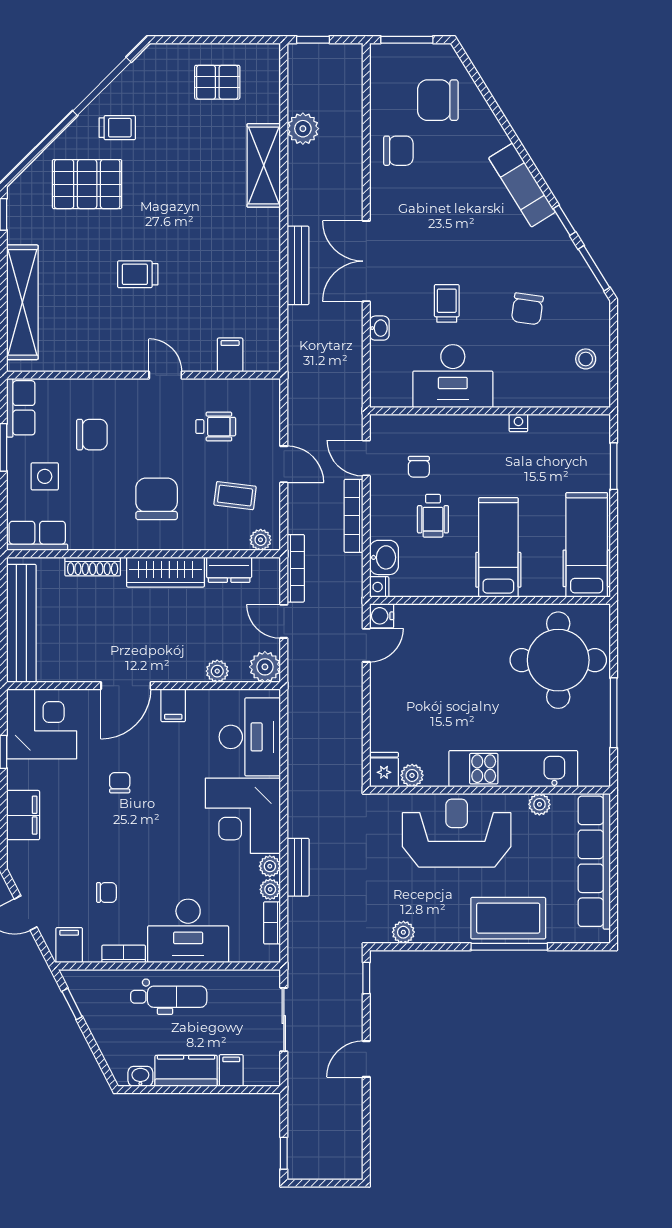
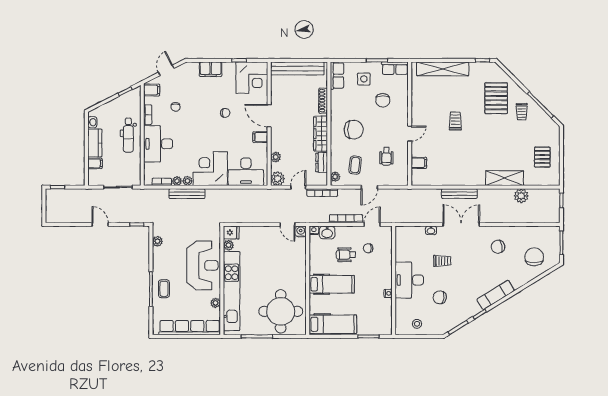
chair: (398, 151) -> (498, 247), moved, turned 80
desk: (453, 376) -> (409, 280), moved
kitchen unit: (513, 769) -> (232, 291), width x1.36
bench: (298, 867) -> (187, 194), width x1.36
coffee table: (508, 918) -> (164, 289), width x0.54, depth x0.58

